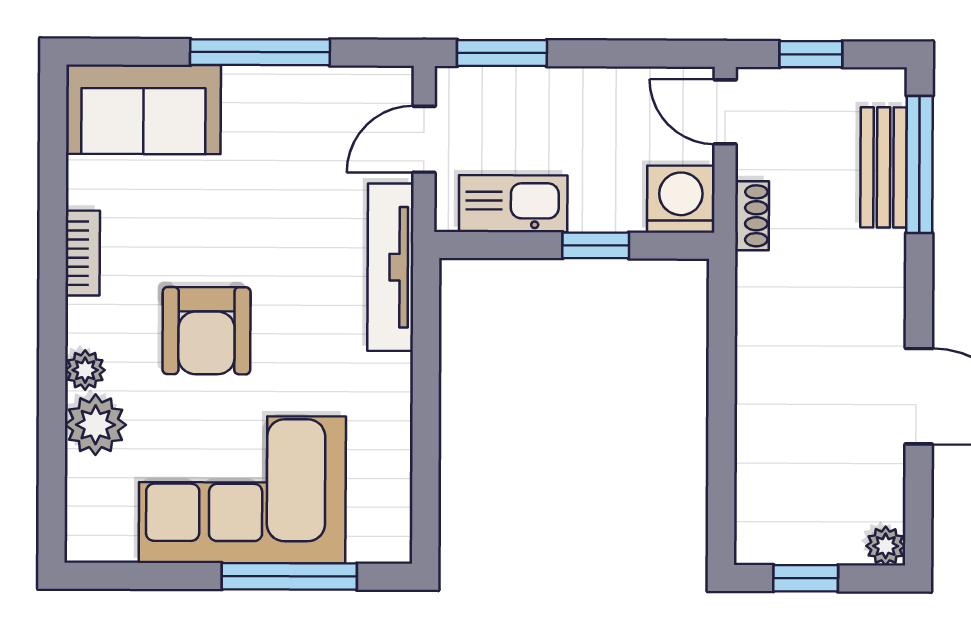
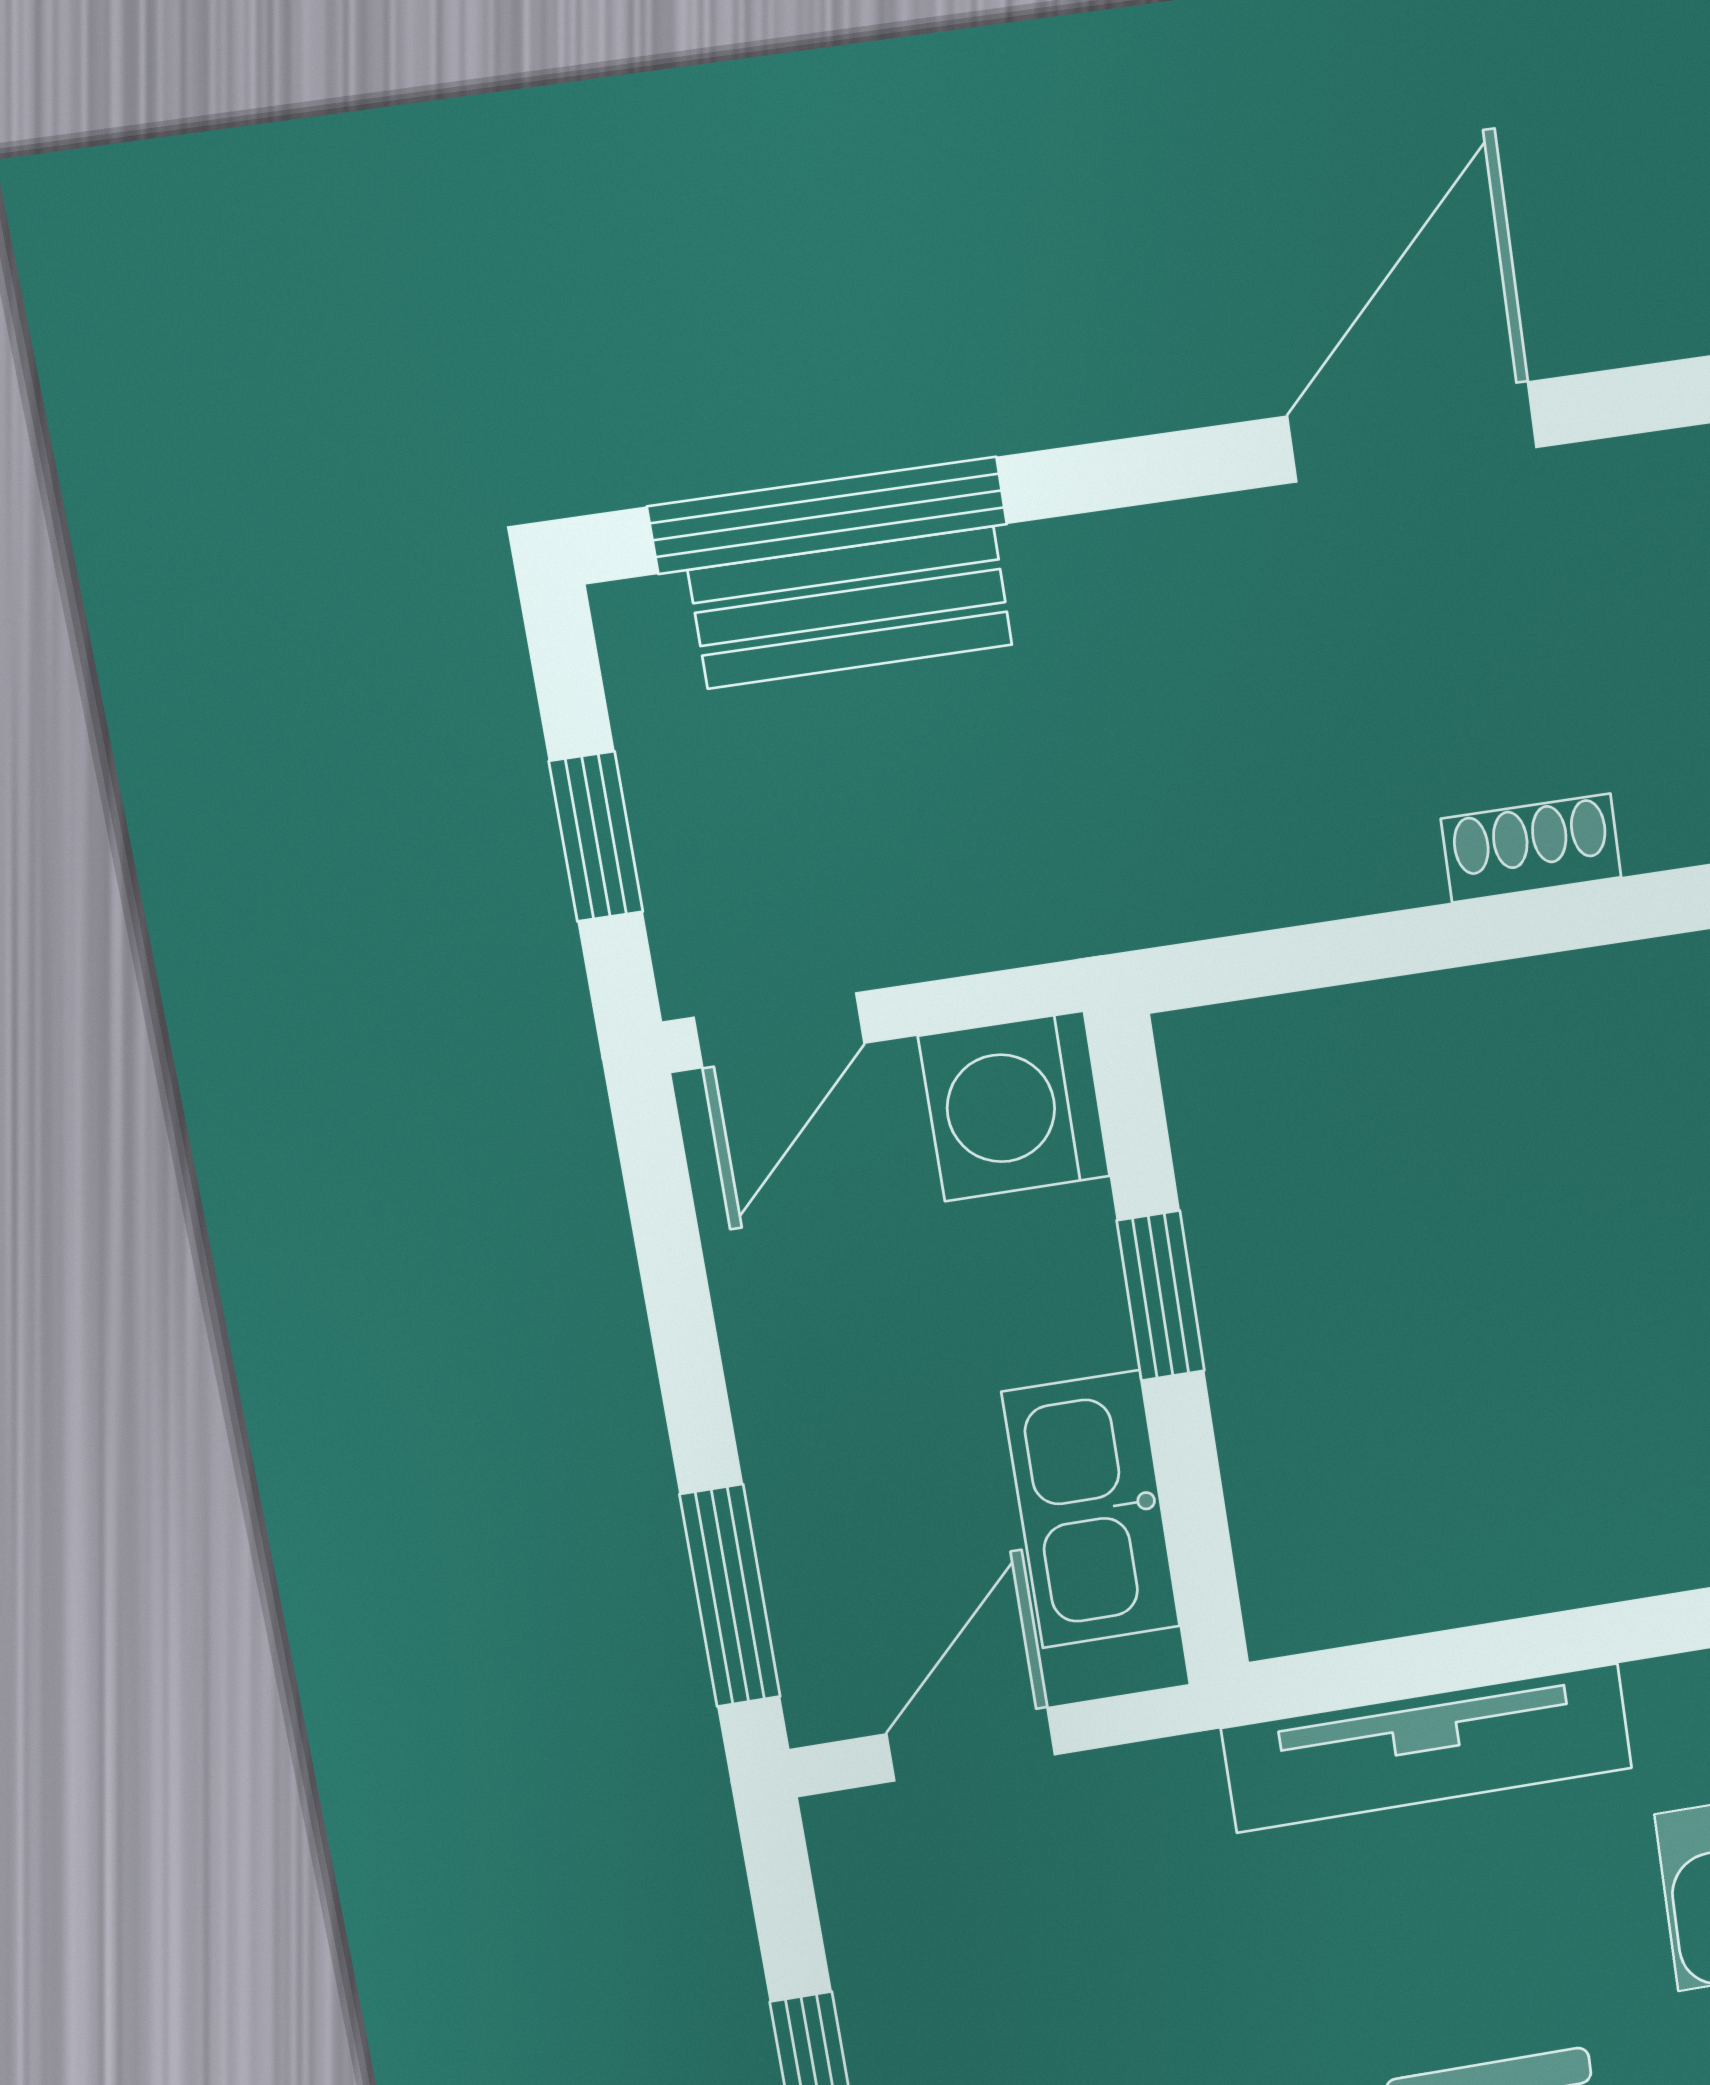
door: (424, 139) -> (971, 1744), swing flipped
shoe rack: (752, 216) -> (1531, 848), moved
tv unit: (391, 267) -> (1427, 1748), moved

